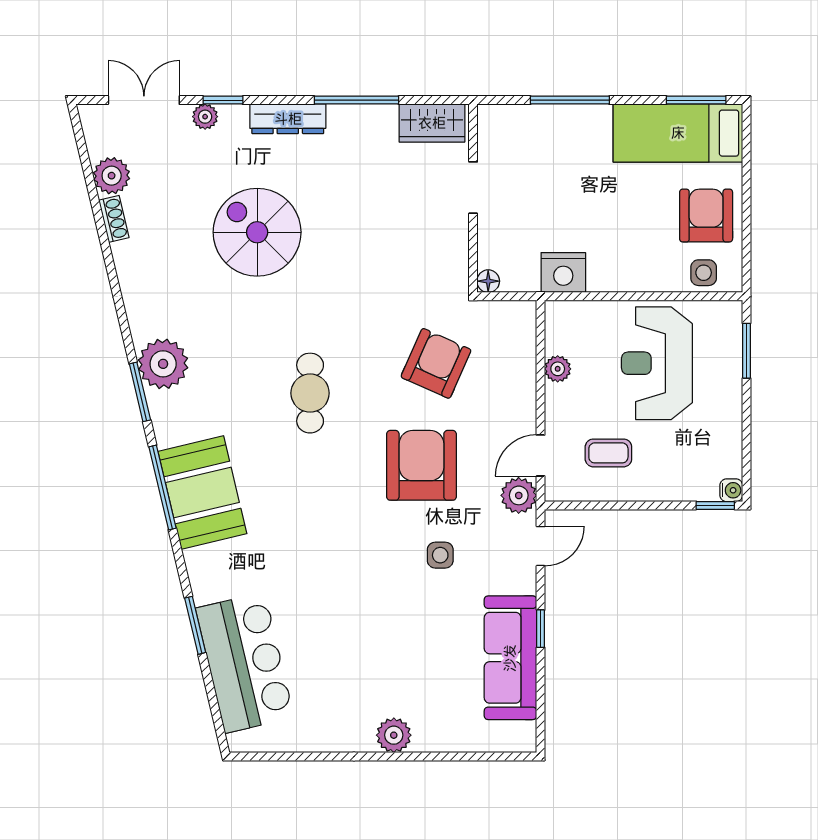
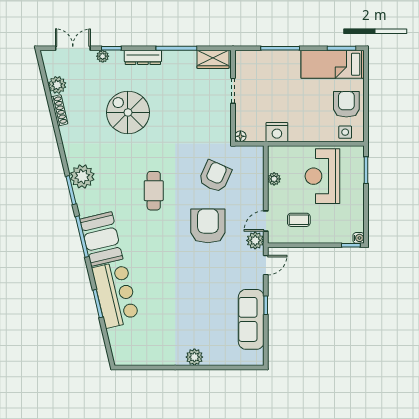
shoe rack: (114, 219) -> (59, 110), width x1.43
side table: (440, 555) -> (217, 269), removed
bar counter: (245, 663) -> (115, 294), moved

